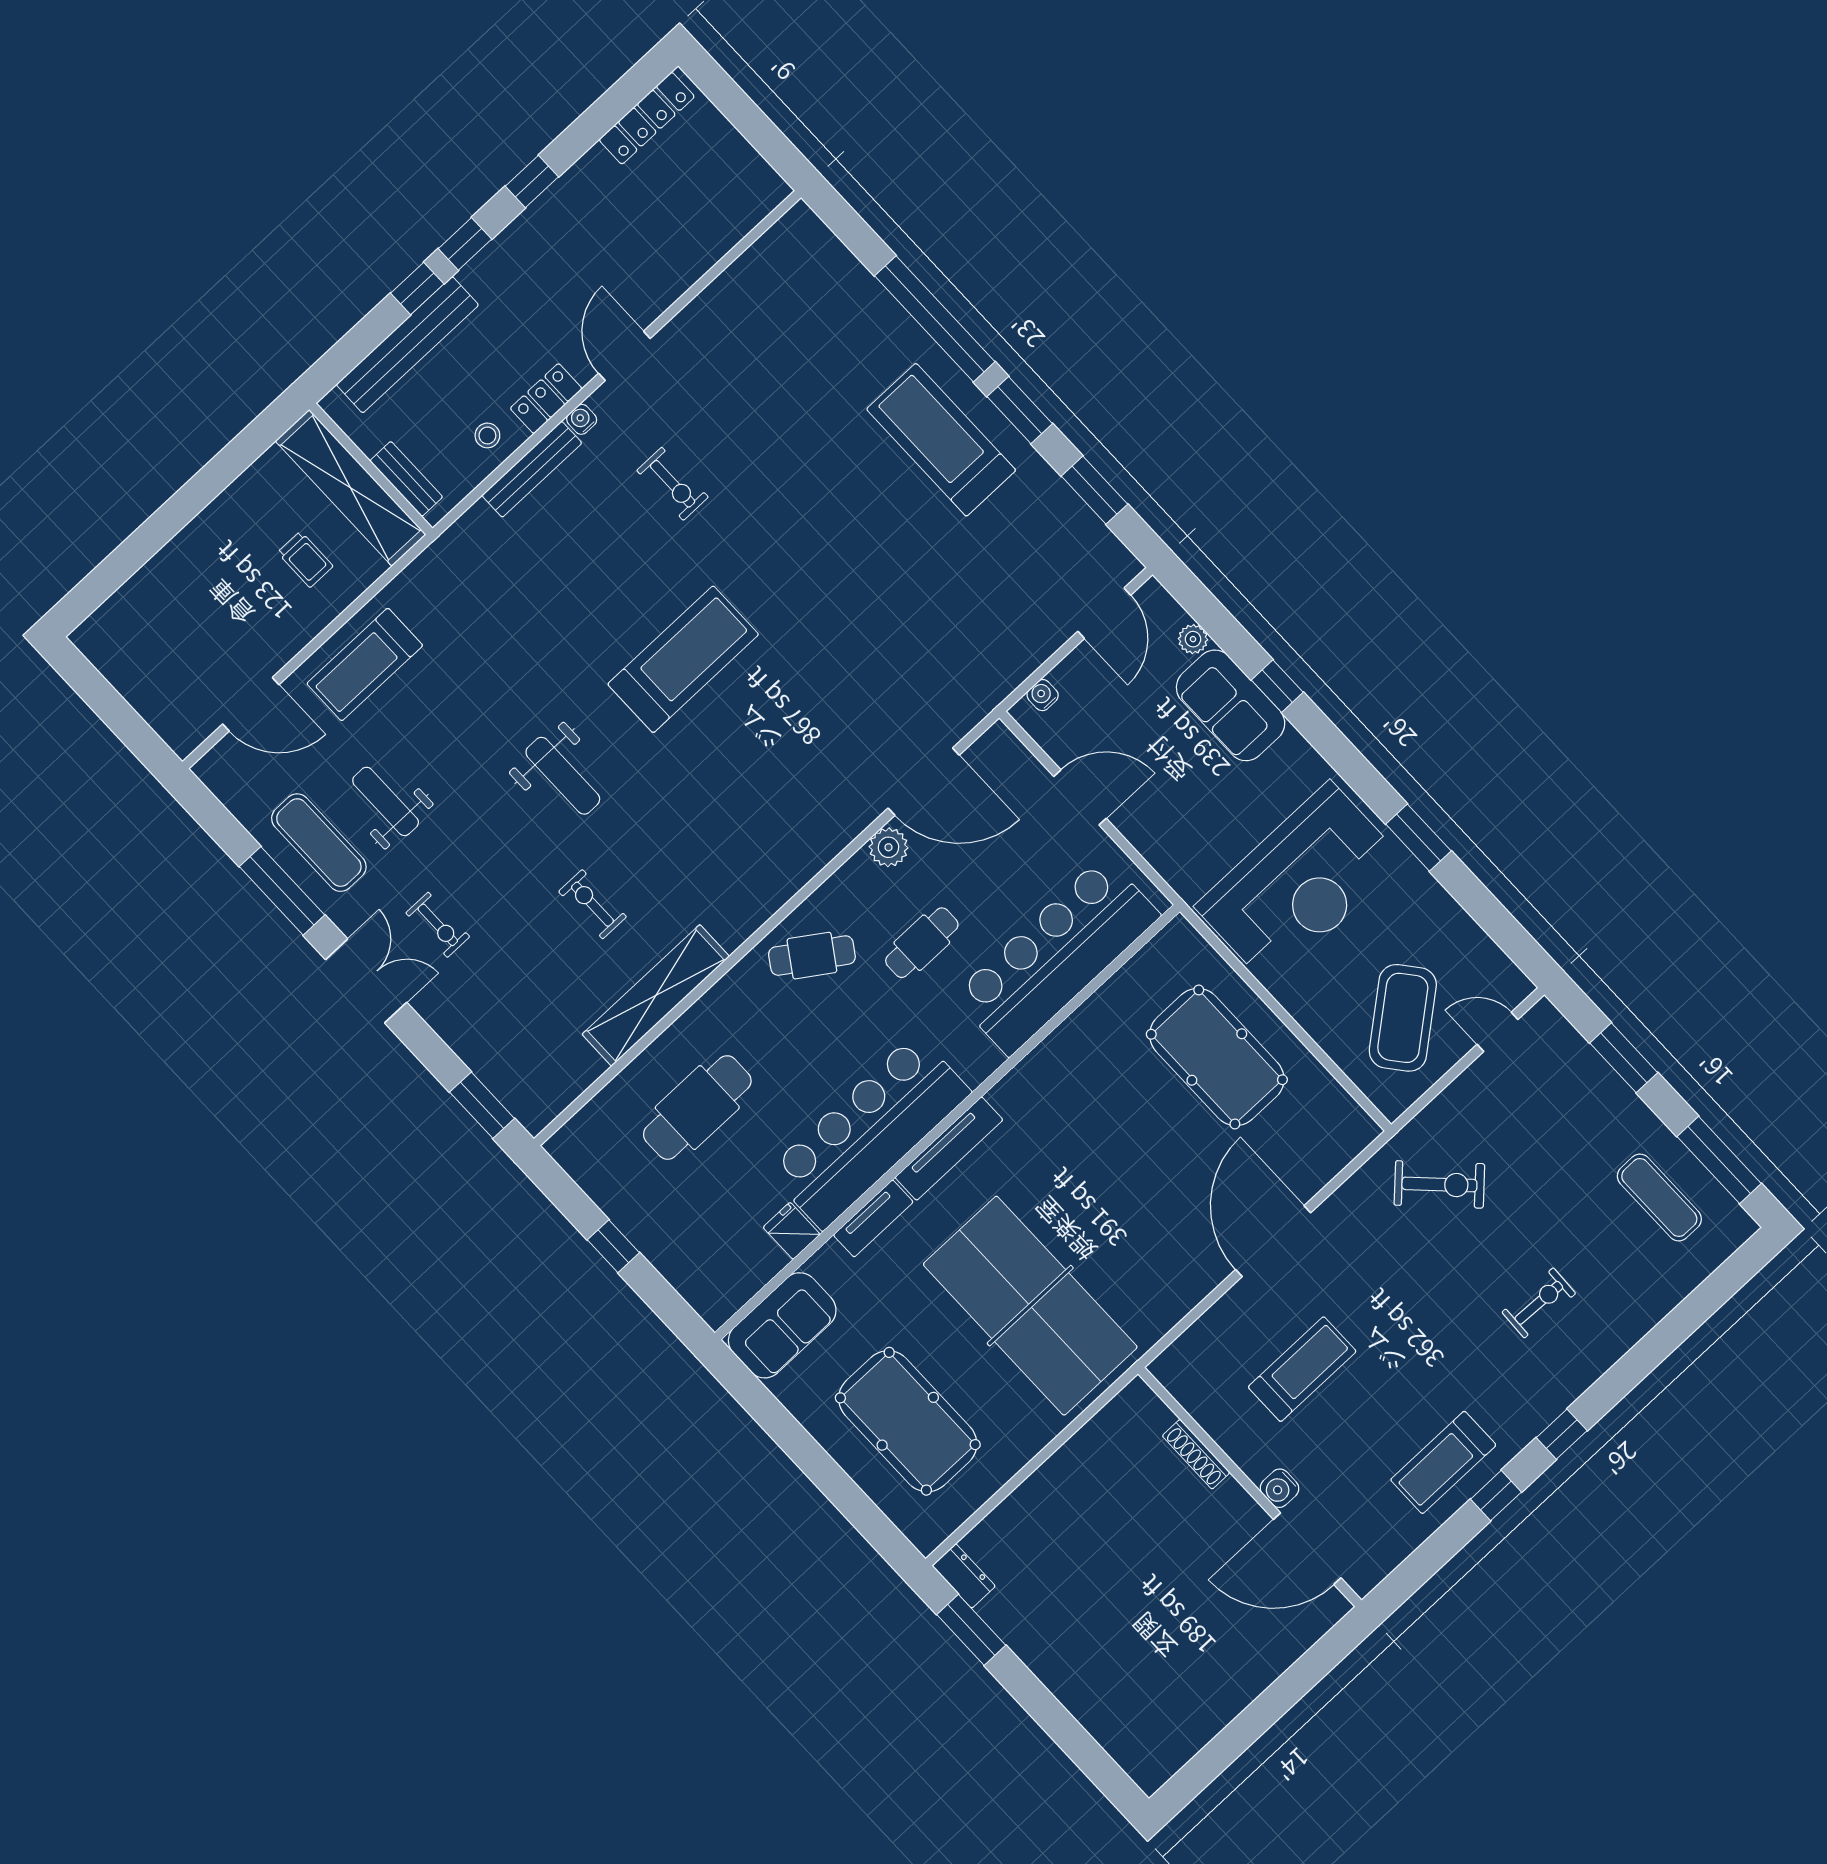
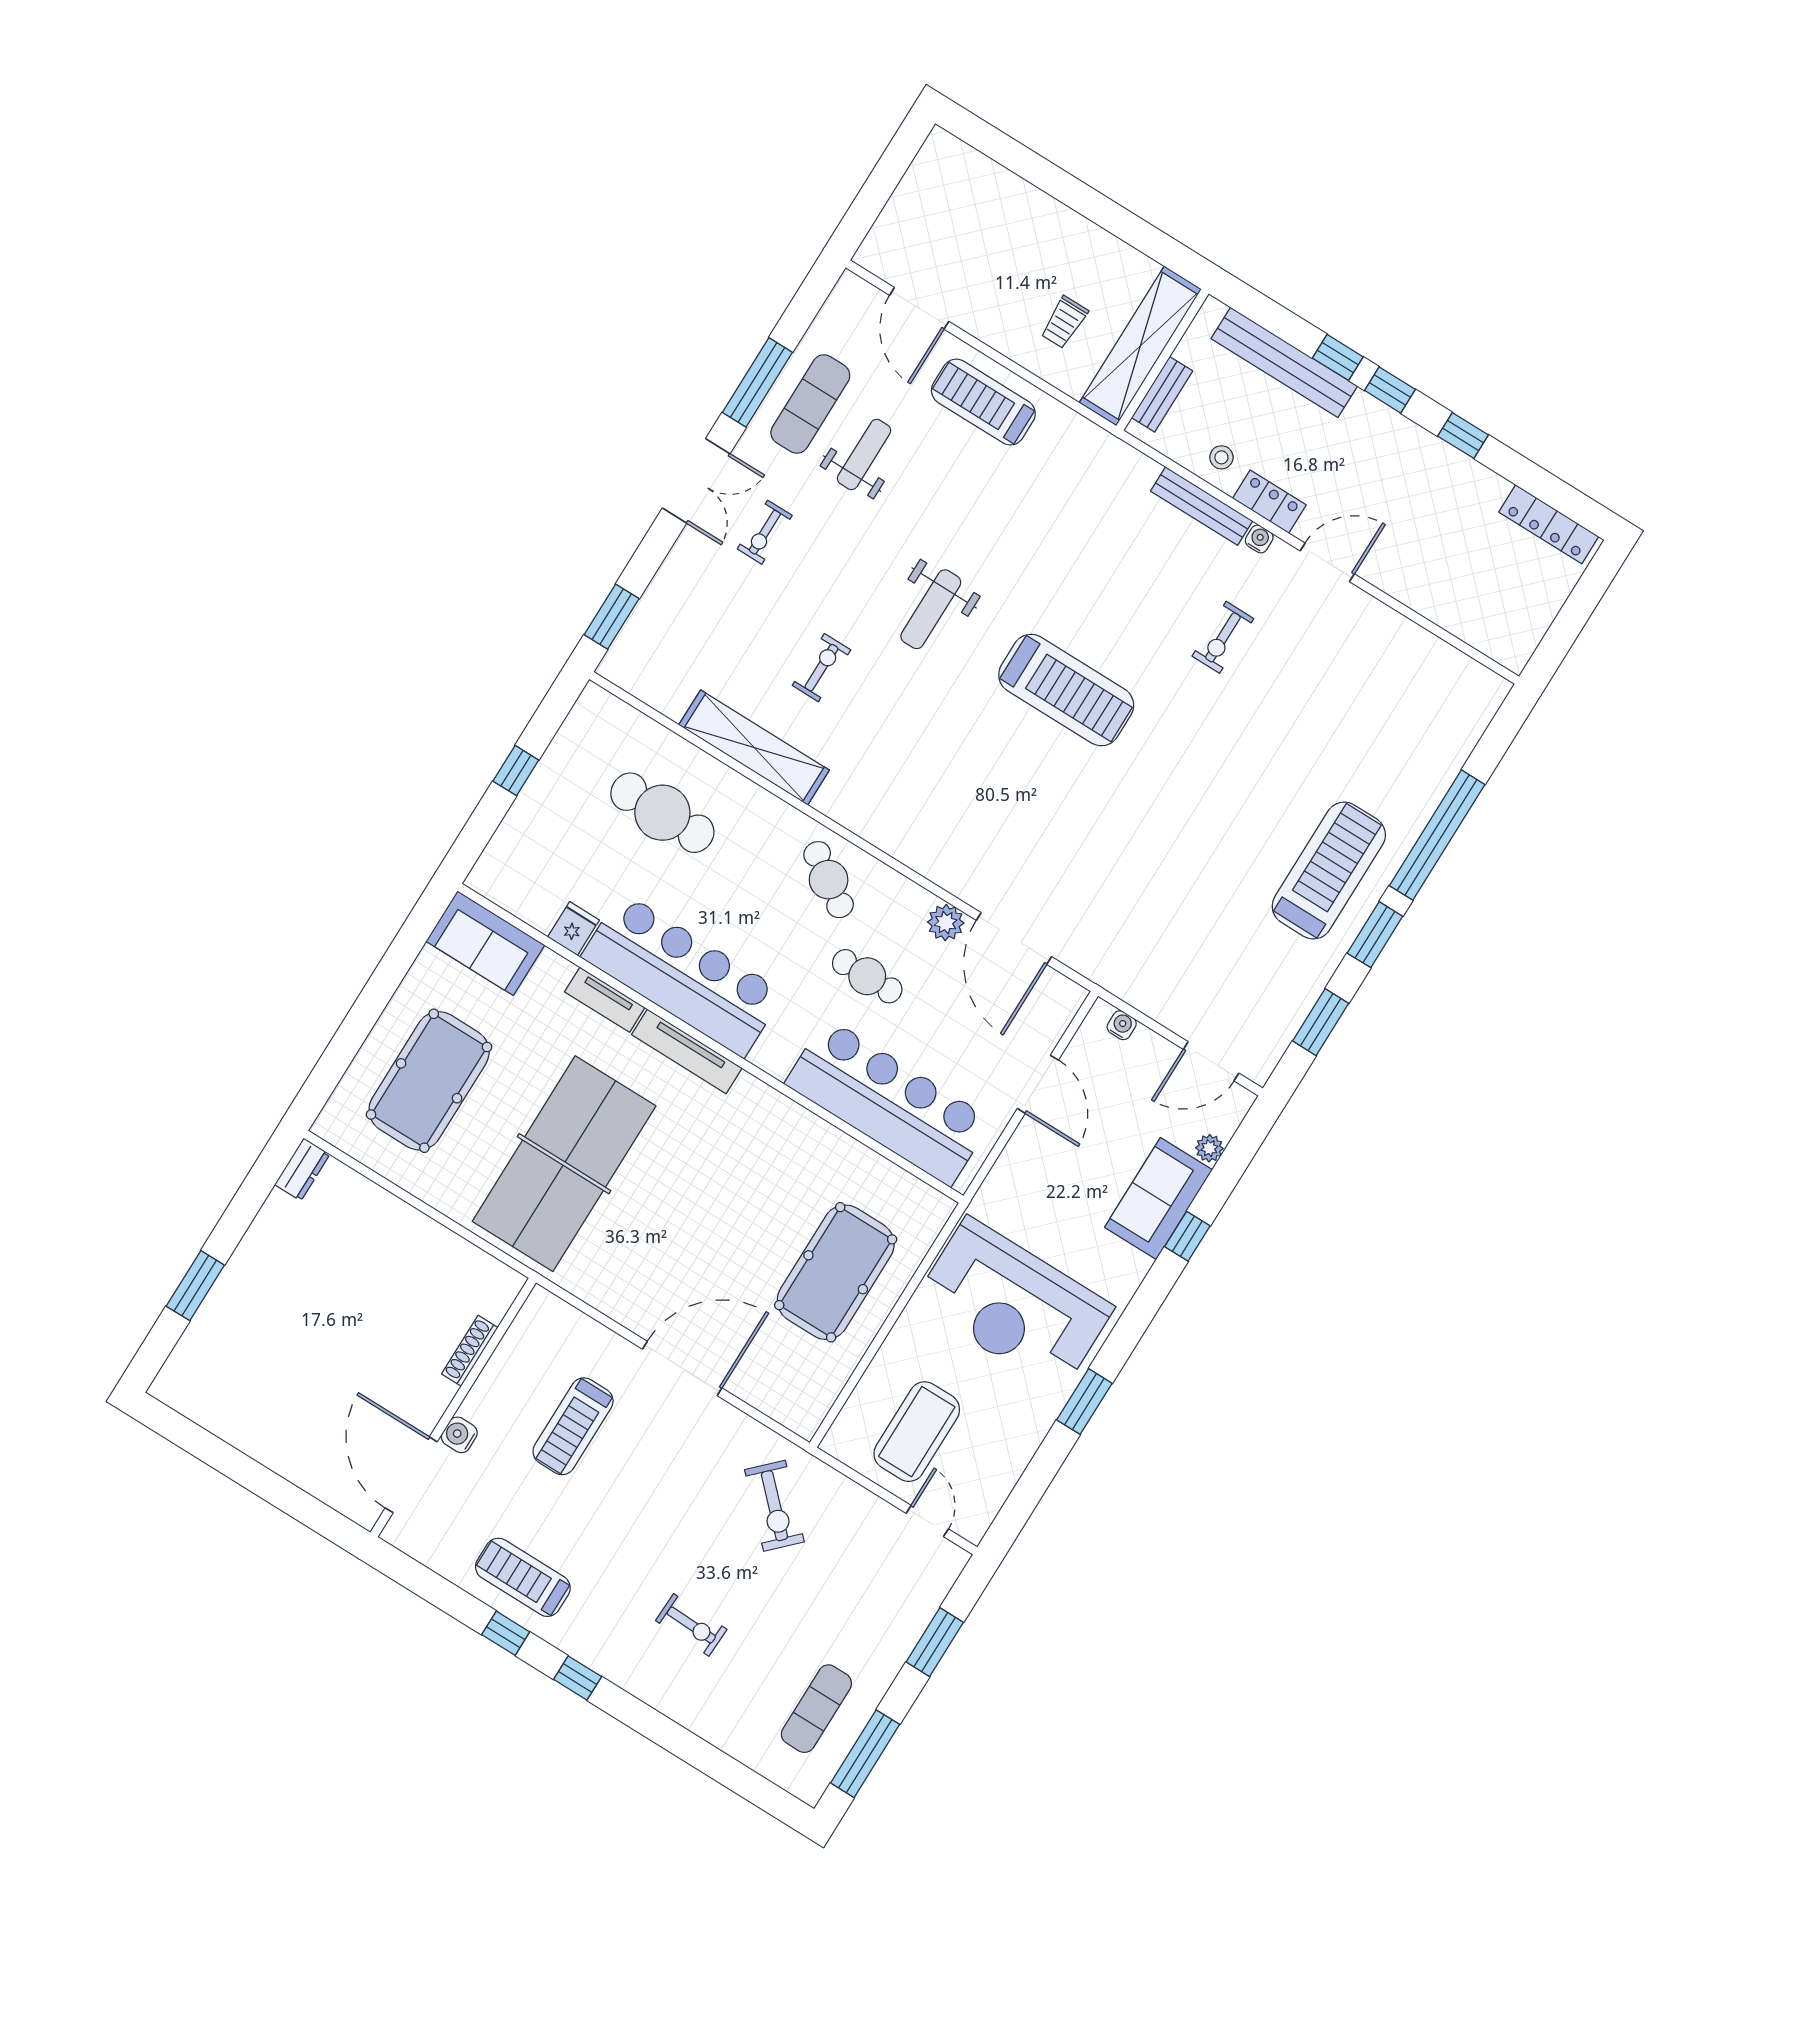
coffee table: (1403, 1018) -> (917, 1432), turned -51
treadmill: (1302, 1369) -> (573, 1426), turned 90
window: (971, 1630) -> (195, 1286), moved

